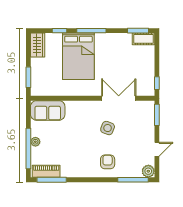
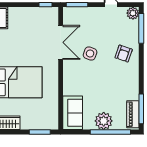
double door: (119, 98) -> (61, 42), swing flipped
plant: (35, 142) -> (104, 121), width x1.88, depth x1.88
armchair: (108, 162) -> (124, 54), turned -71

